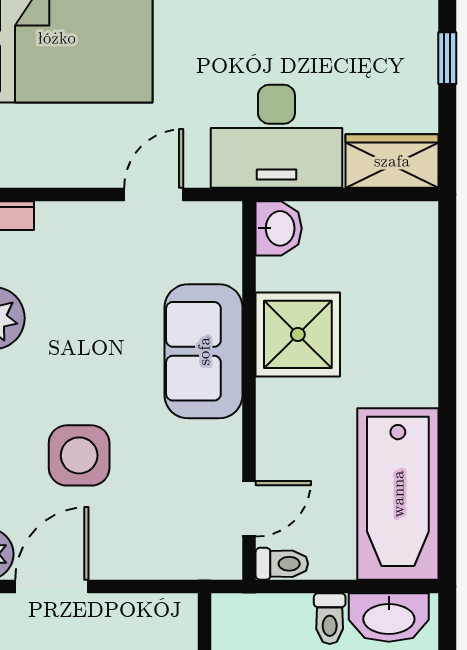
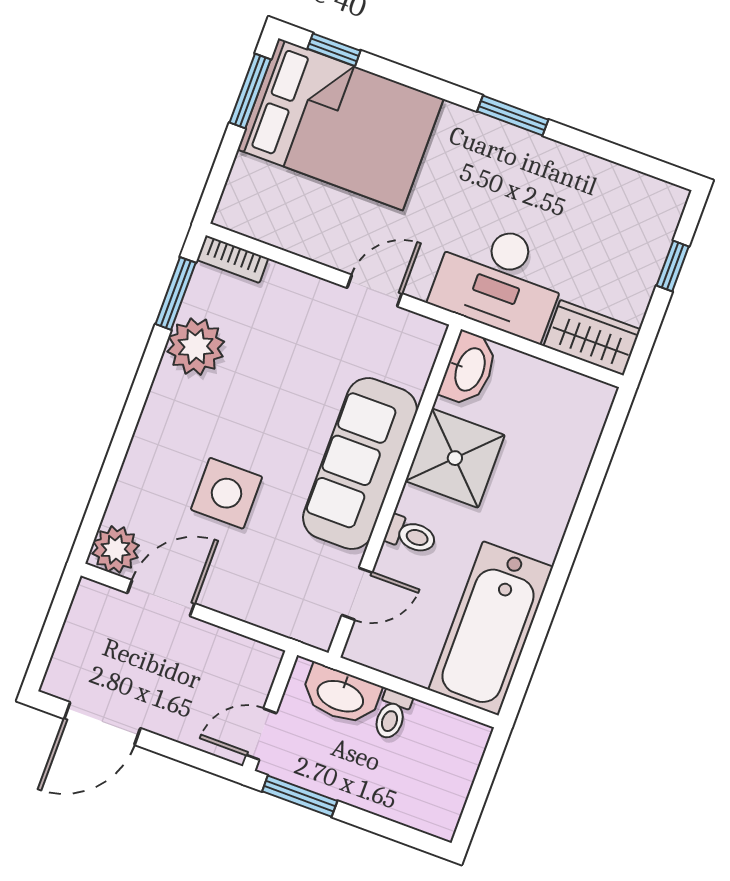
washbasin: (279, 228) -> (469, 369), width x1.38
sofa: (204, 351) -> (360, 464), width x1.36
toilet: (282, 564) -> (411, 535), moved
washbasin: (389, 618) -> (341, 695), moved

